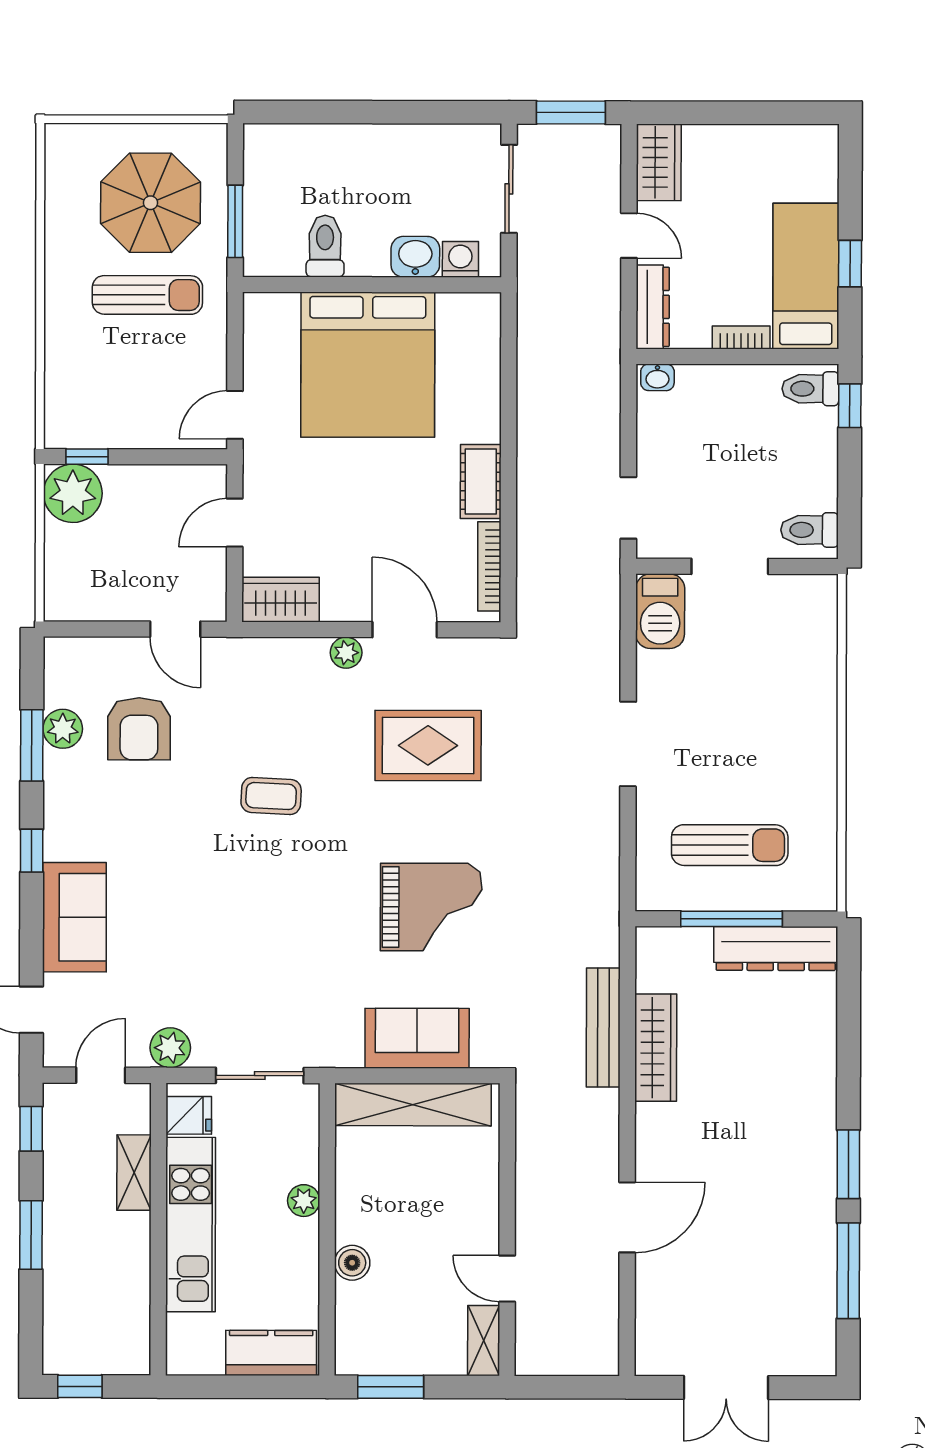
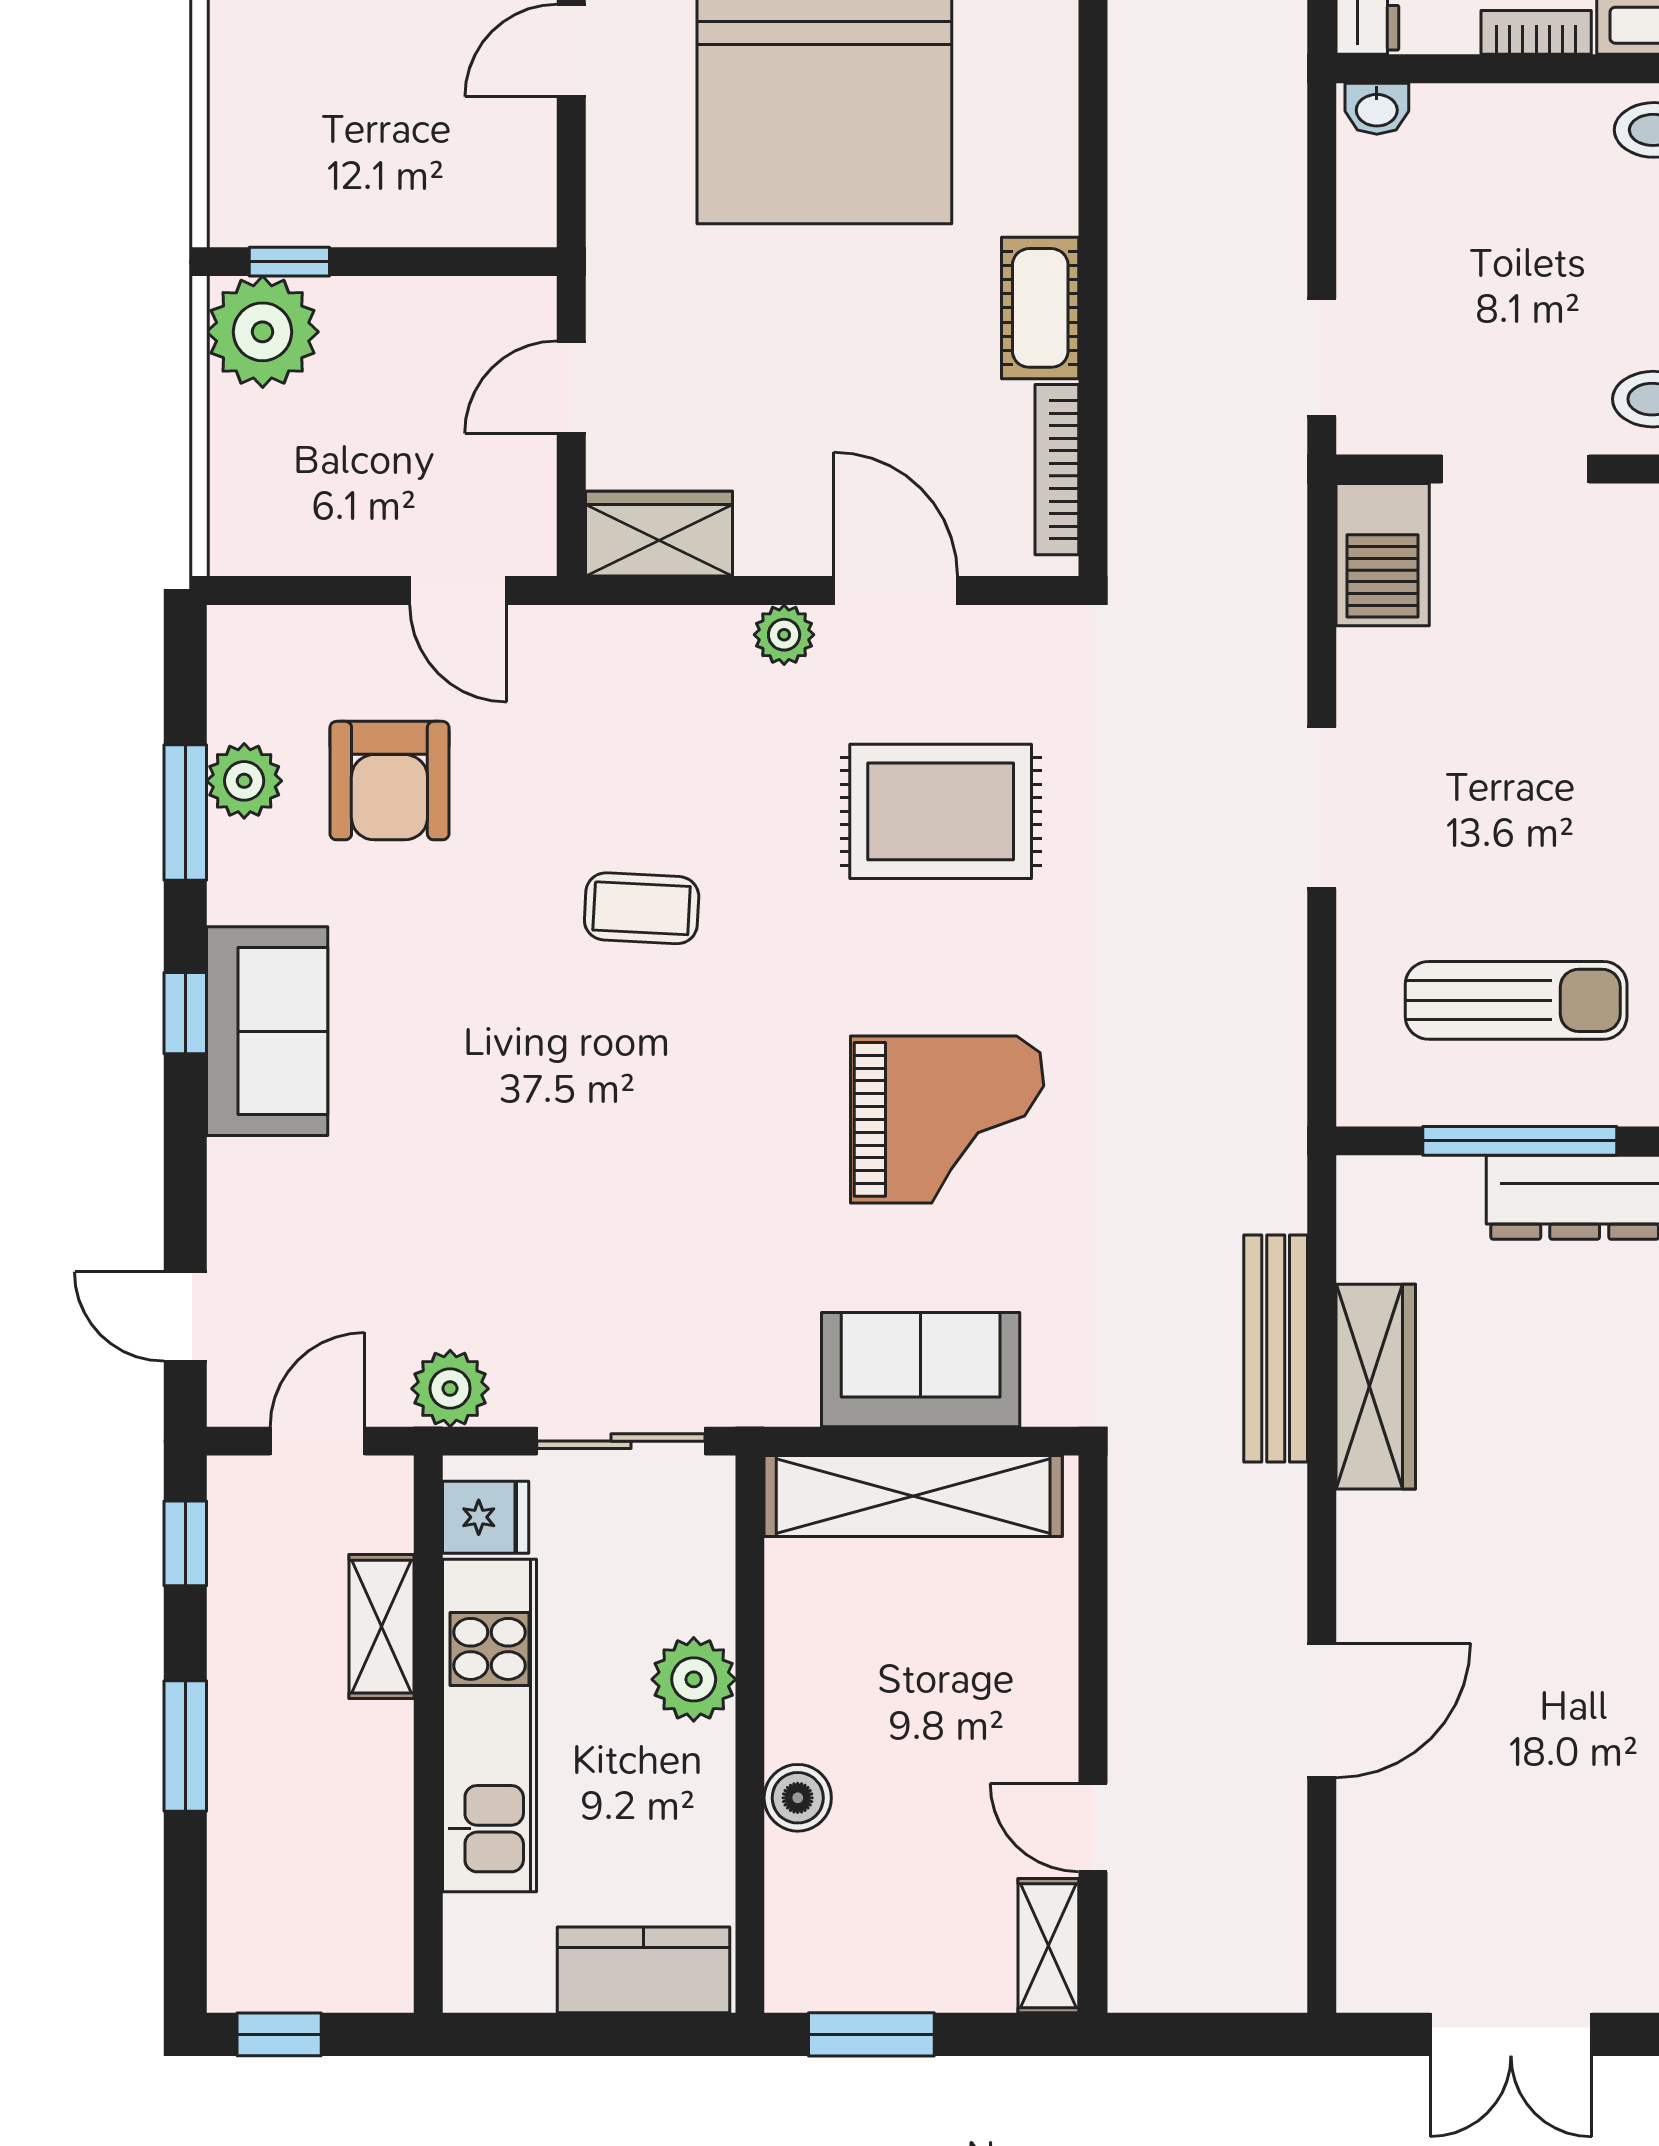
door: (235, 415) -> (571, 51), moved
sofa: (74, 917) -> (267, 1031), moved
plant: (304, 1201) -> (694, 1679), width x1.38, depth x1.38

